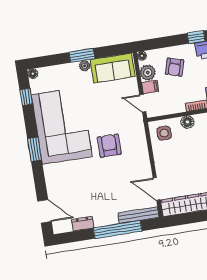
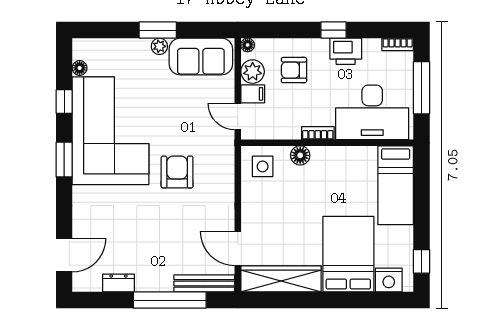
armchair: (175, 67) -> (294, 70), turned 73
floor lamp: (33, 74) -> (80, 68), moved
window: (26, 97) -> (64, 102), moved
door: (44, 211) -> (64, 255), hinge flipped

